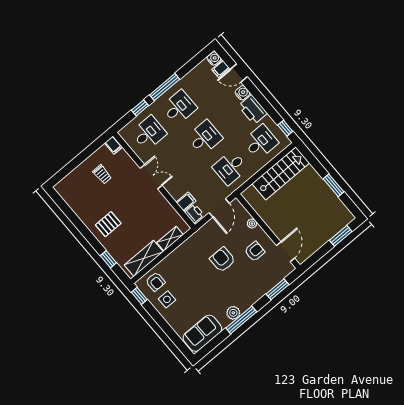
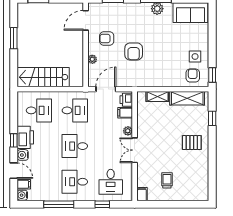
window: (165, 87) -> (59, 204), moved
window: (285, 128) -> (14, 140), moved
desk: (149, 133) -> (111, 182), turned -90
desk: (261, 142) -> (39, 110), turned 180
plant: (171, 188) -> (128, 131), added

